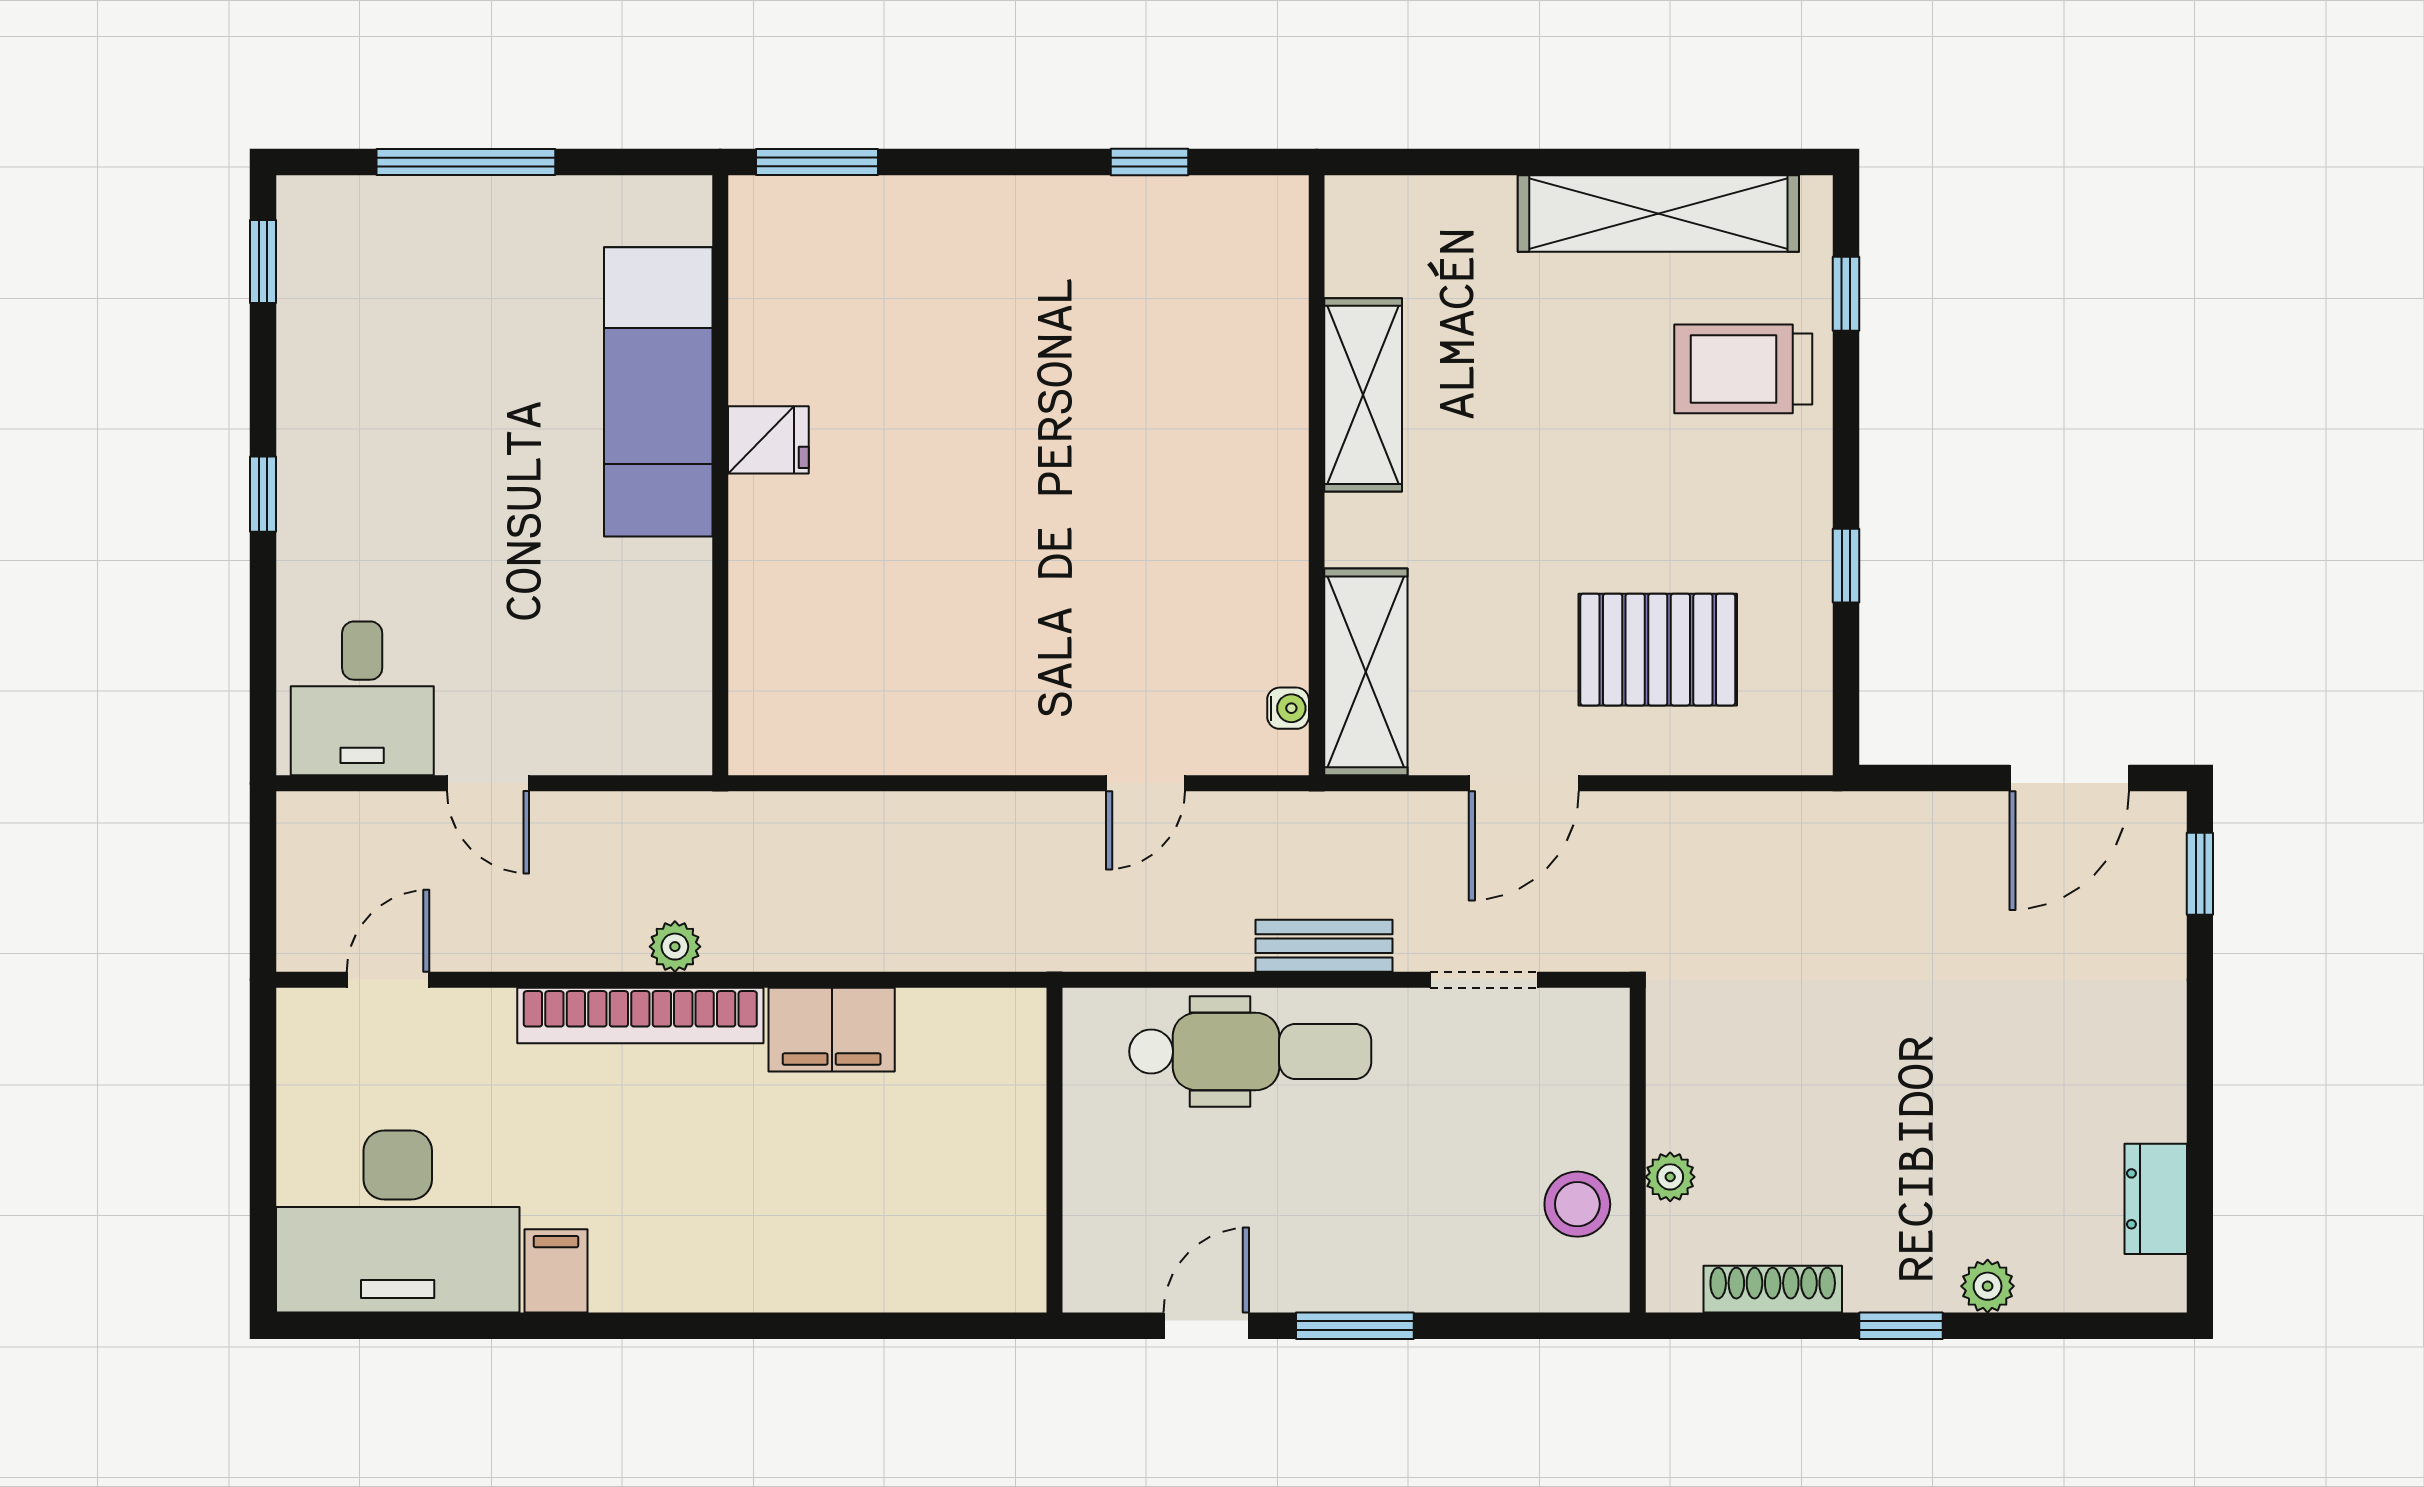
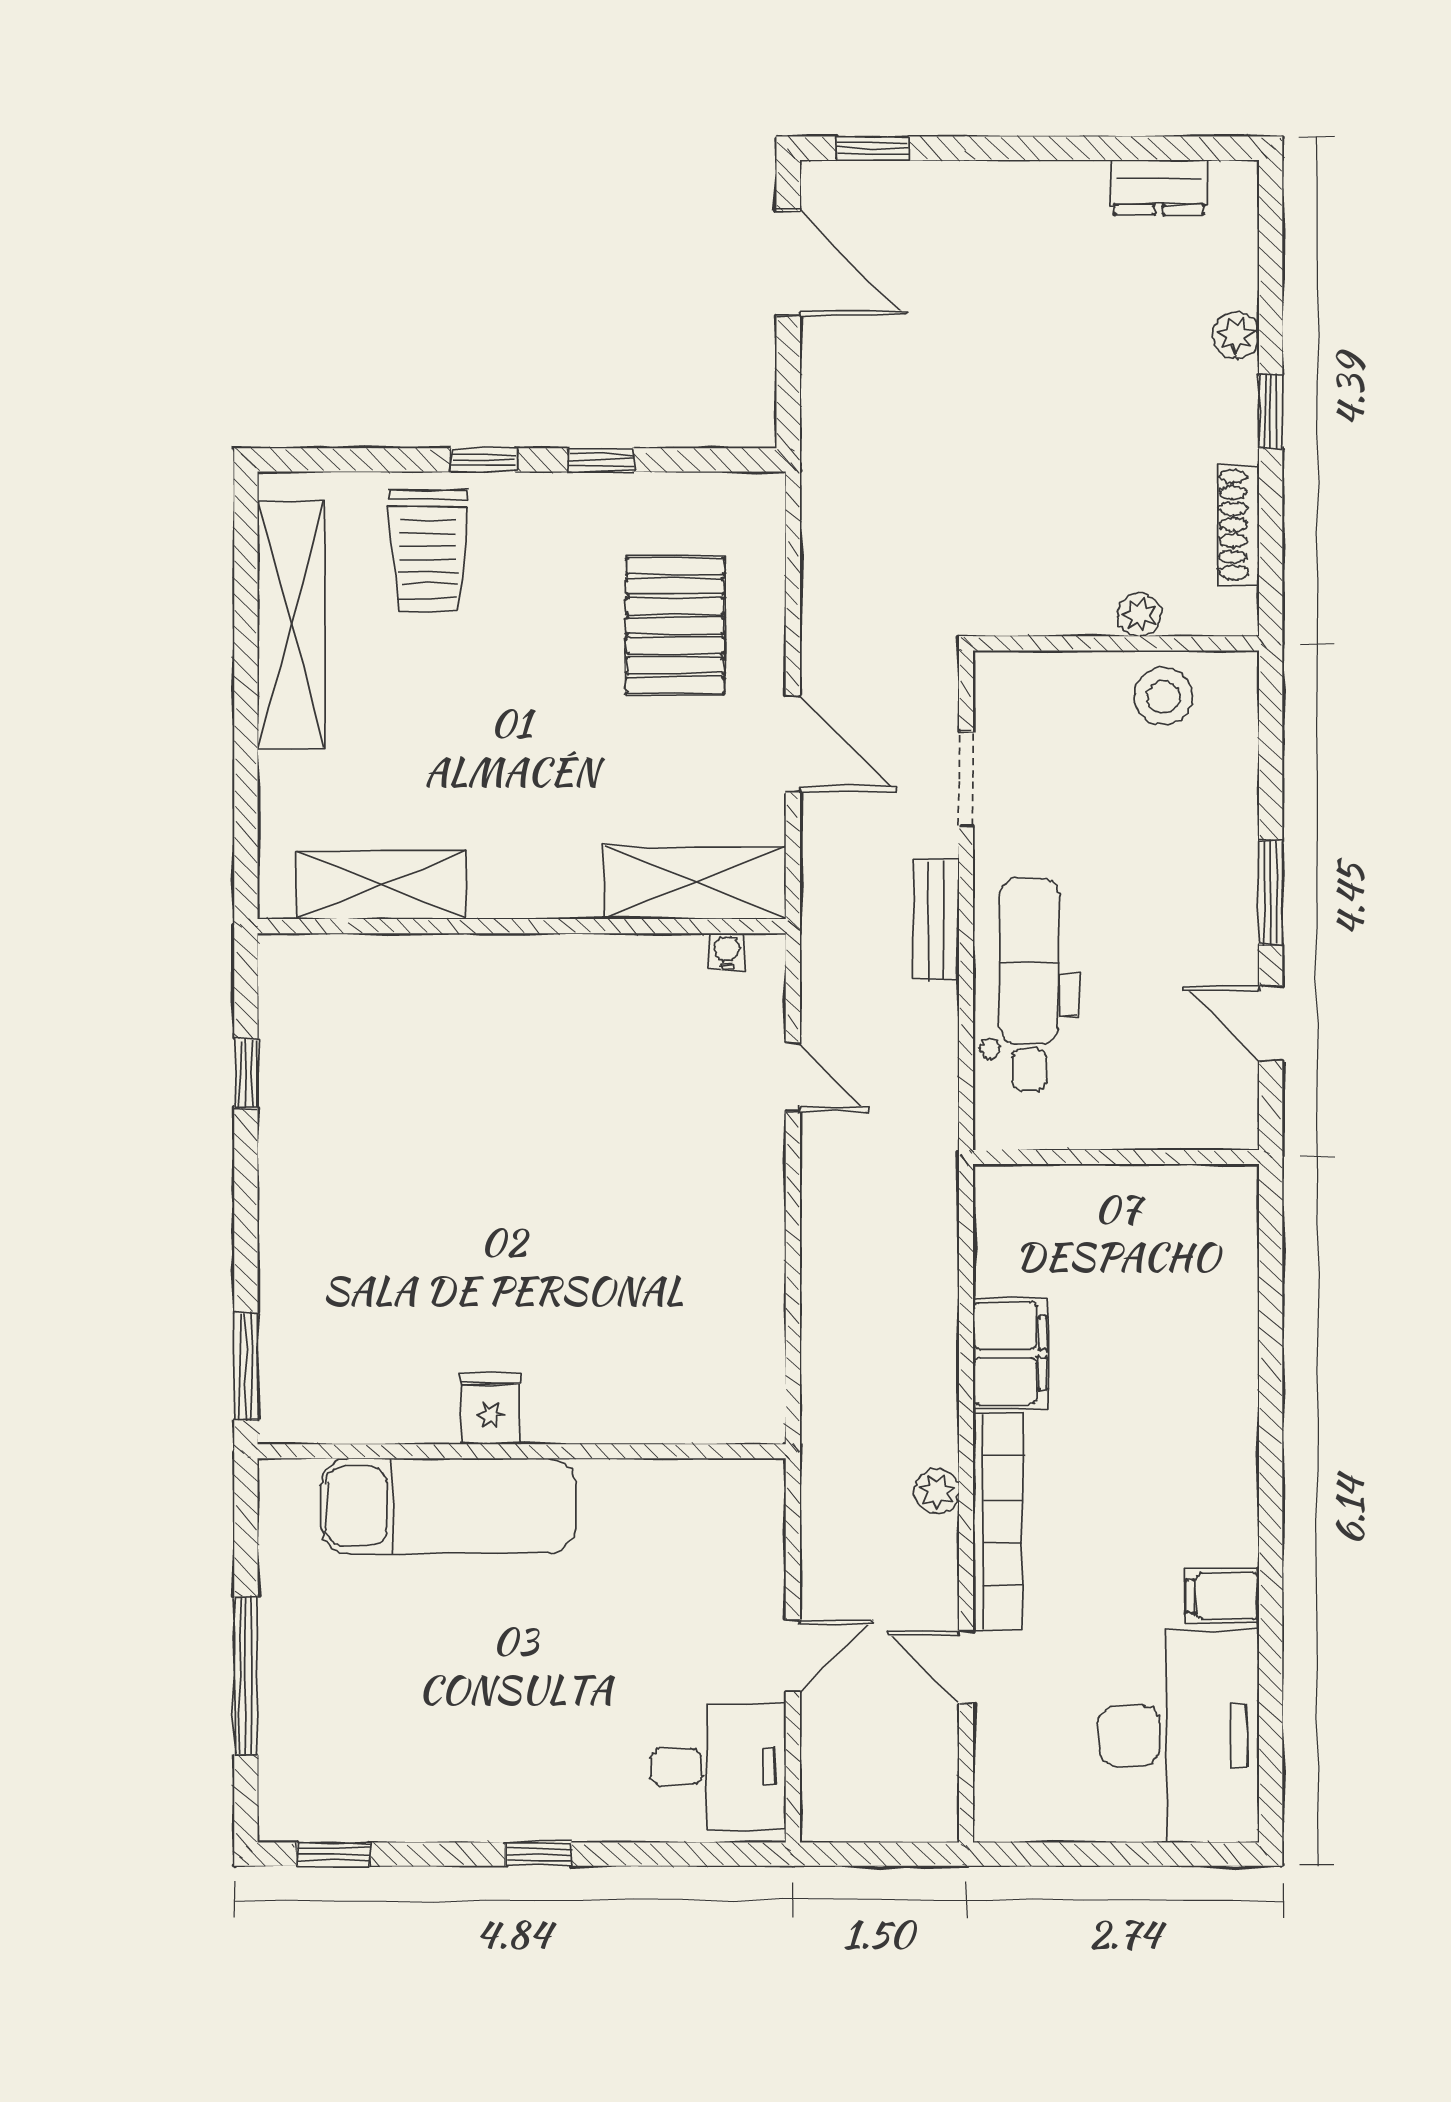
window: (1846, 294) -> (484, 460), moved
shelving: (1363, 395) -> (381, 885), moved
door: (388, 980) -> (966, 1667), moved

